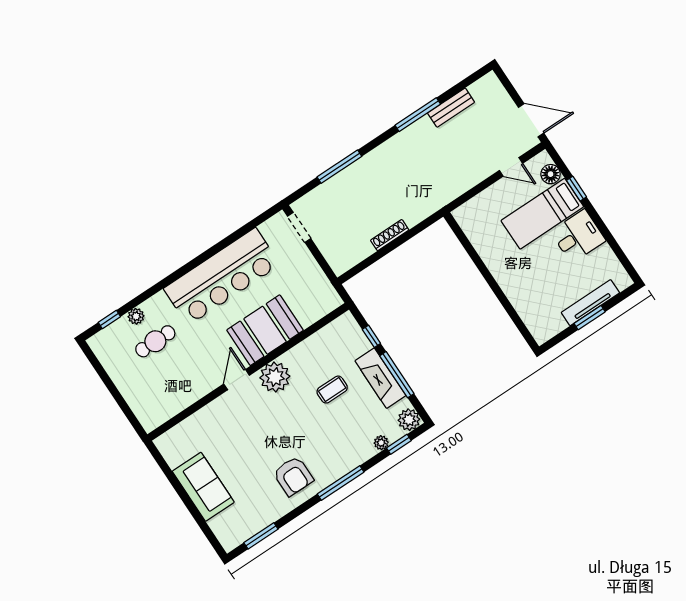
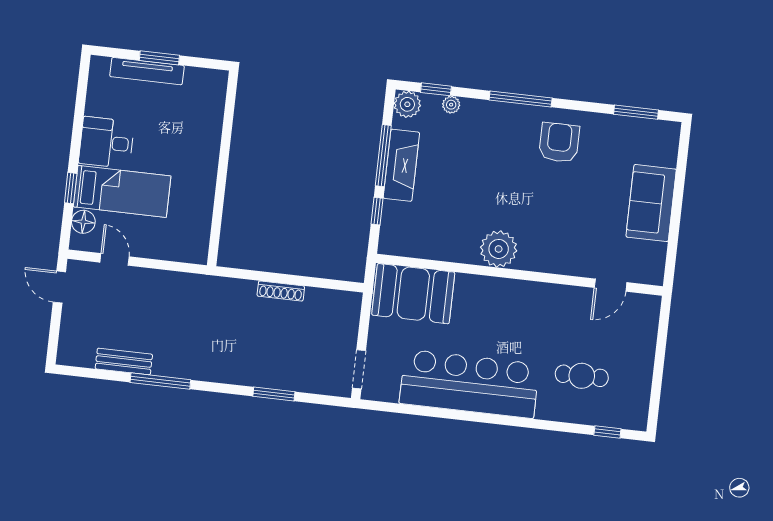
door: (531, 120) -> (59, 287), width x0.73
window: (339, 167) -> (274, 394), width x0.69
plant: (136, 316) -> (580, 414), removed
booth: (265, 330) -> (413, 294), moved
door: (237, 380) -> (611, 285), moved
coffee table: (332, 390) -> (455, 192), removed

